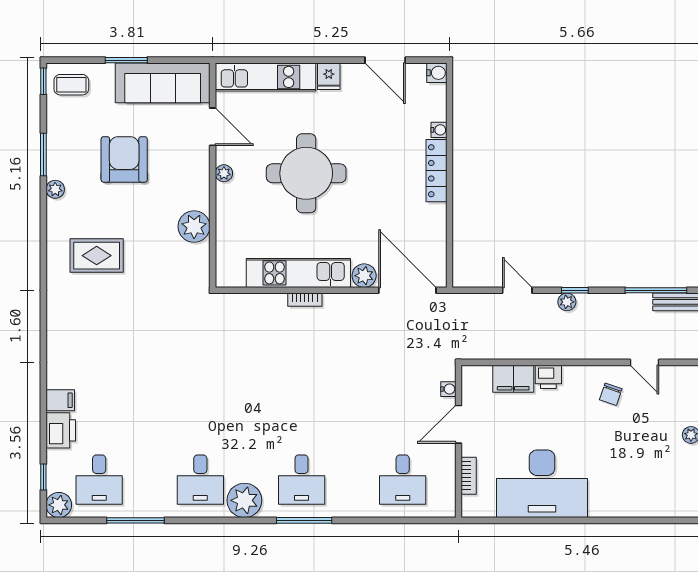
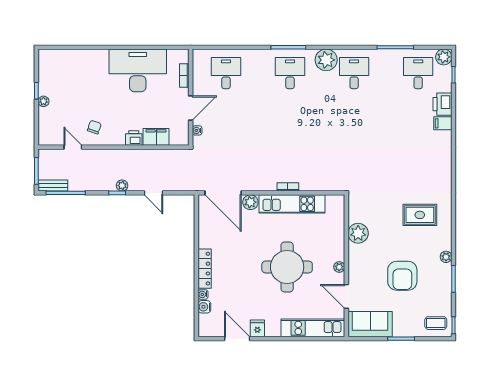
water cooler: (437, 73) -> (204, 307), moved
fridge: (329, 76) -> (257, 328), moved
sofa: (163, 83) -> (370, 324), width x0.73

